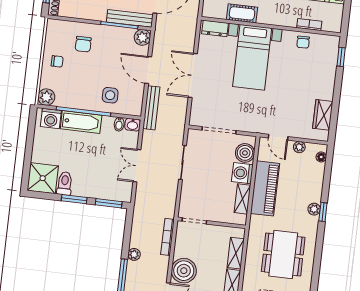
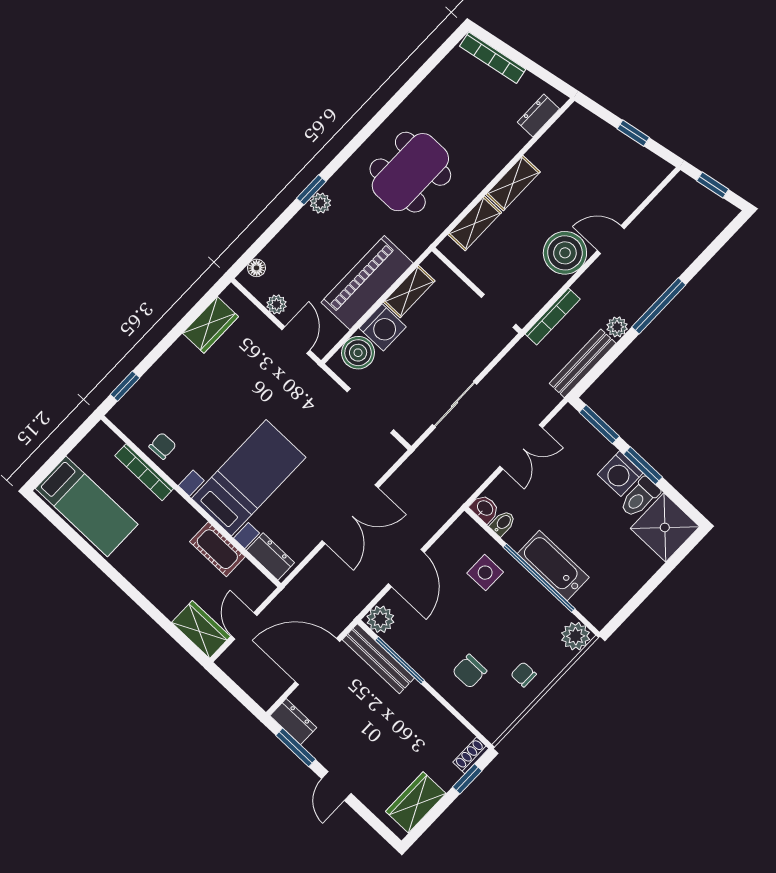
bookcase: (309, 24) -> (144, 472), width x1.56
chair: (83, 44) -> (470, 671), turned 180
bench: (151, 108) -> (583, 363), moved
washing machine: (51, 118) -> (620, 474), moved, turned 180

